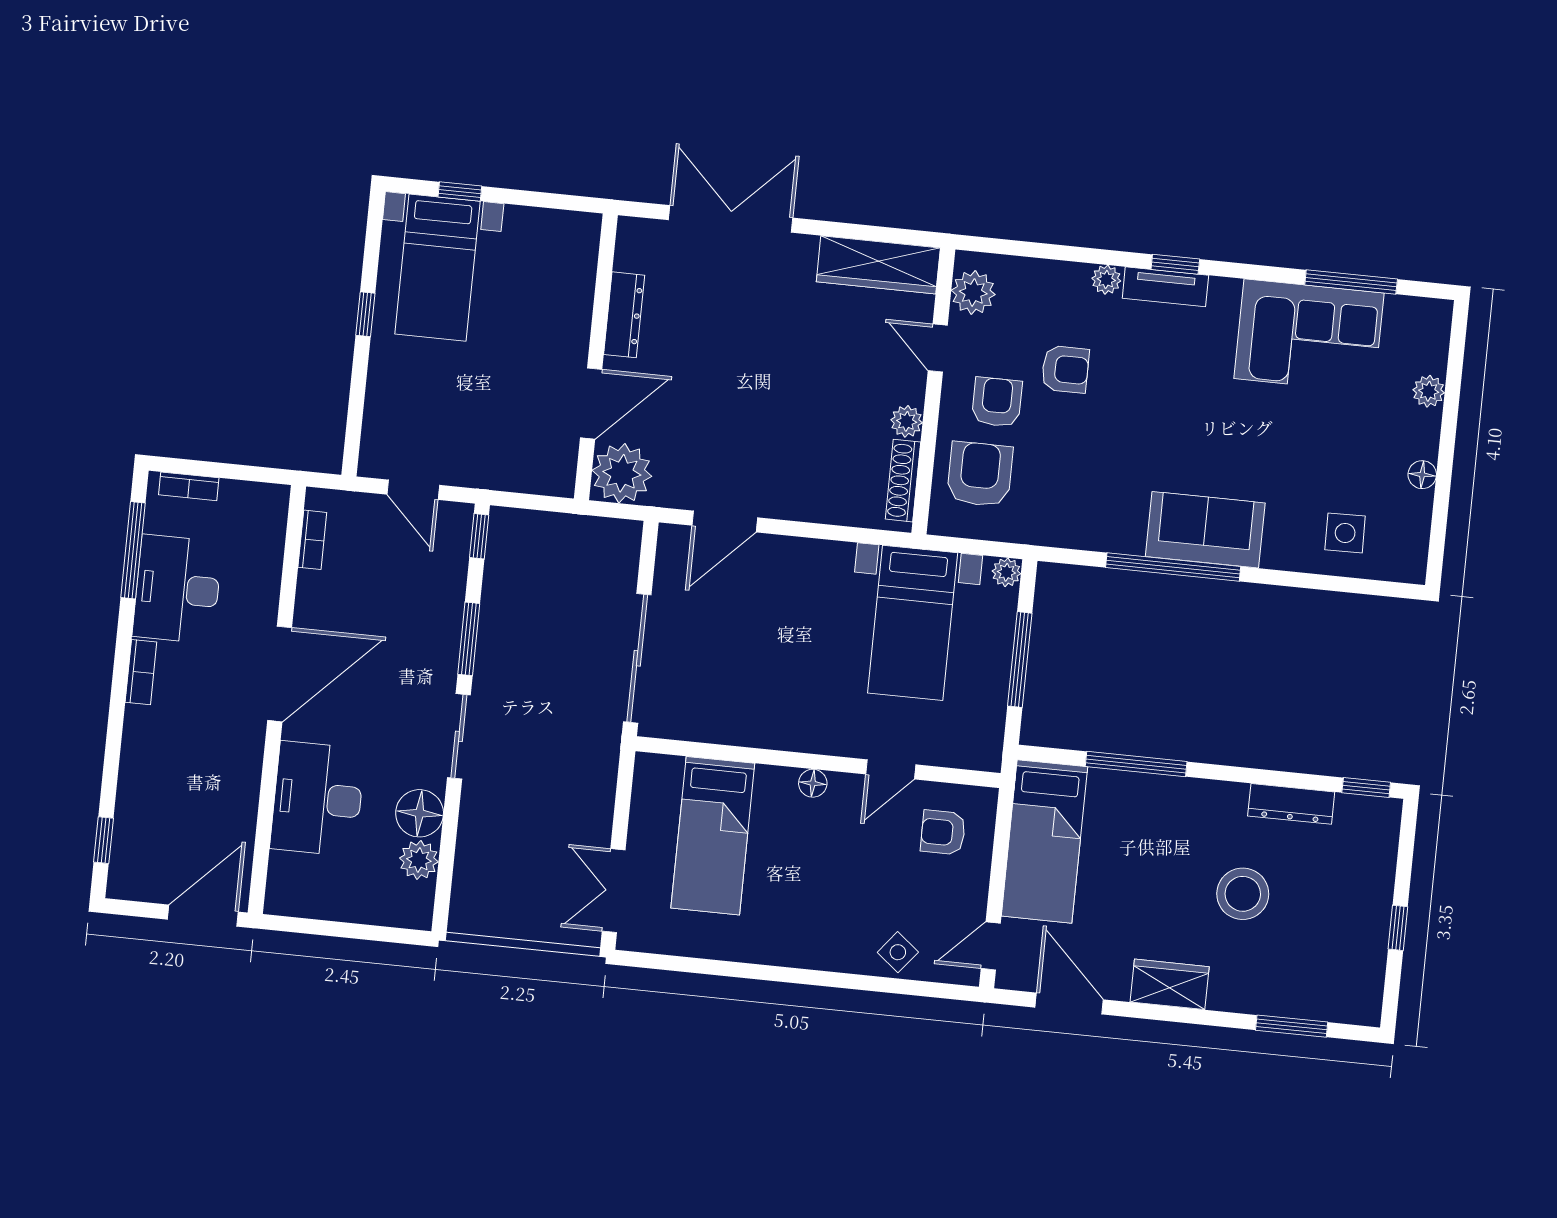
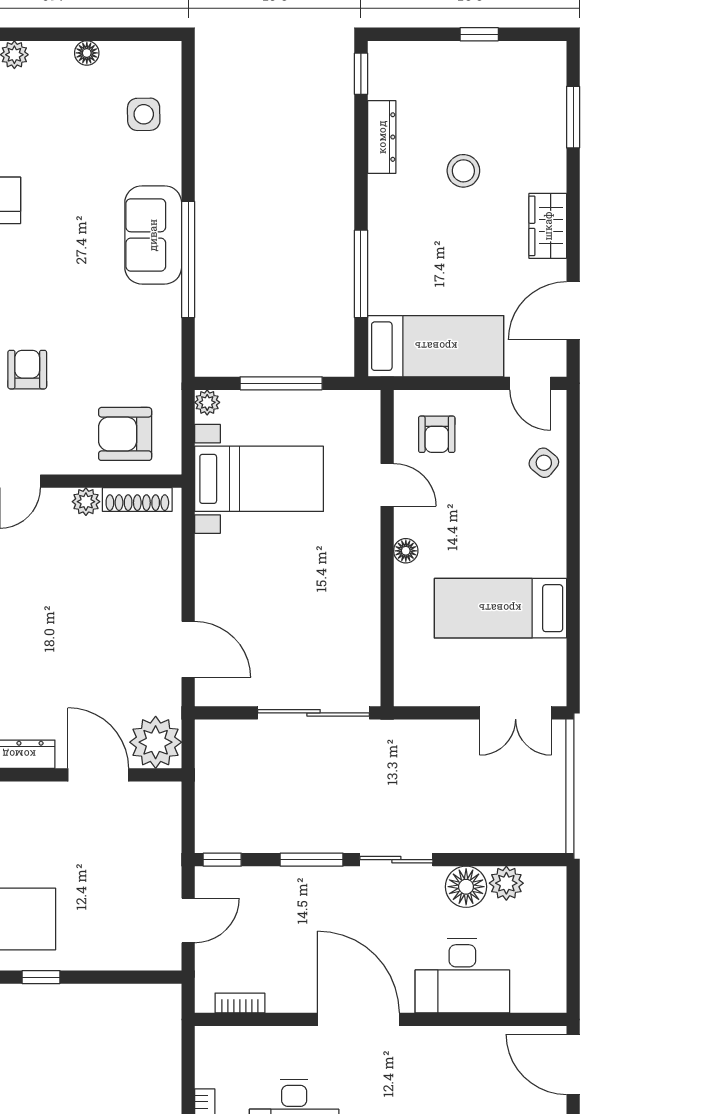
armchair: (997, 402) -> (62, 426), removed
bed: (713, 836) -> (500, 608), moved, turned 180
stool: (1243, 894) -> (463, 171), width x0.73, depth x0.73

